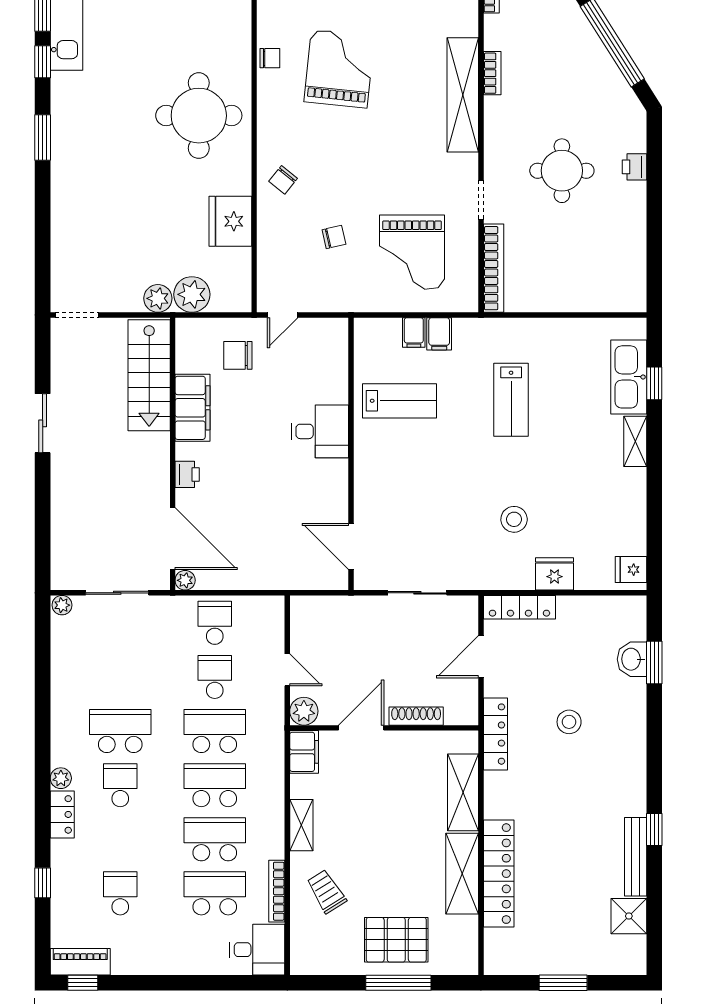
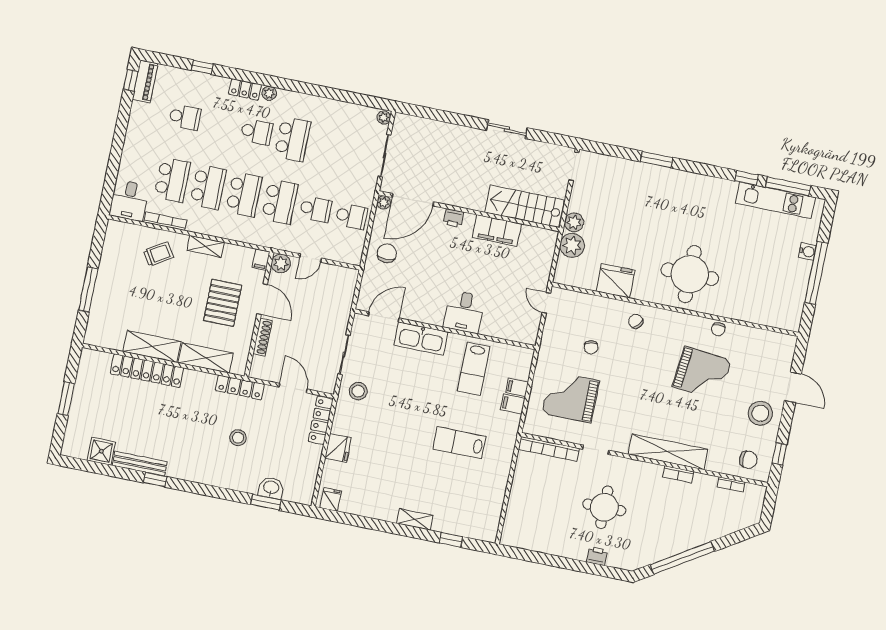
window: (43, 137) -> (657, 160), moved
chair: (238, 355) -> (387, 253), moved
kitchen sink: (629, 377) -> (421, 339), moved, turned 180
stool: (514, 519) -> (358, 391), moved
filing cabinet: (304, 752) -> (261, 260), width x0.50
pallet: (396, 940) -> (223, 303), moved

